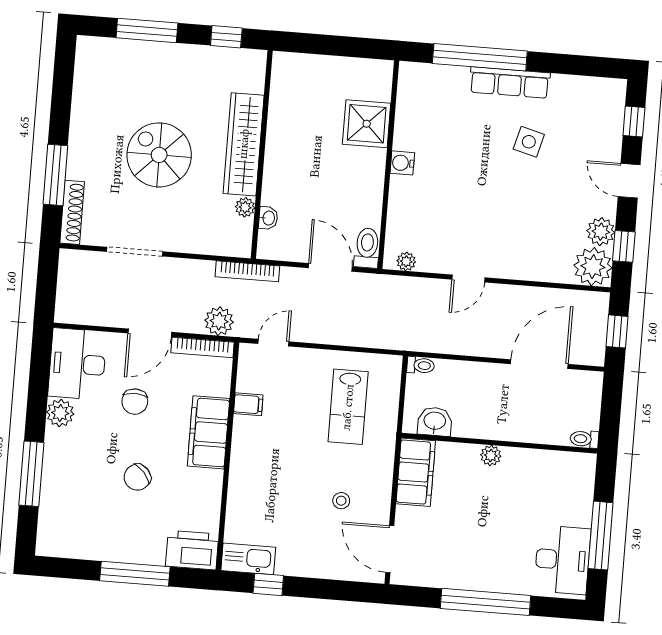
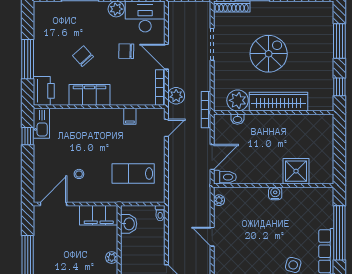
plant: (245, 207) -> (238, 100), width x1.87, depth x1.87
door: (273, 343) -> (166, 128), hinge flipped
filing cabinet: (208, 432) -> (89, 95), moved

